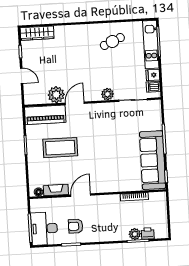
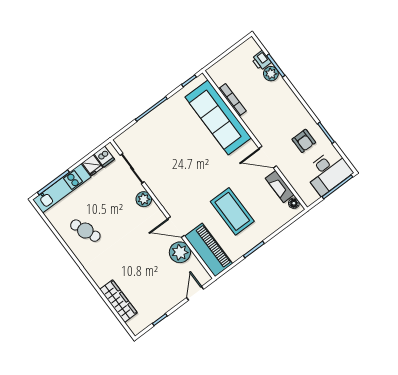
wardrobe: (37, 33) -> (119, 301), moved
door: (22, 76) -> (195, 293), moved
sofa: (153, 160) -> (218, 117), moved, turned 90

